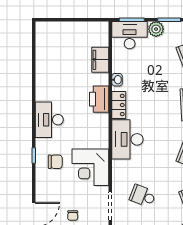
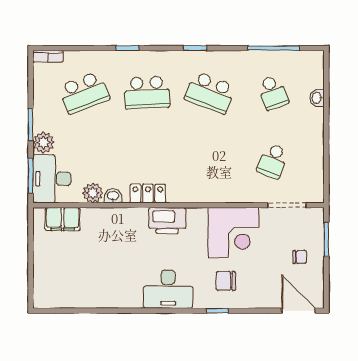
filing cabinet: (100, 60) -> (63, 219), moved
plant: (119, 65) -> (93, 193), added
printer: (99, 99) -> (167, 221), moved
desk: (127, 139) -> (195, 182), removed
chair: (55, 162) -> (226, 281), turned -90

